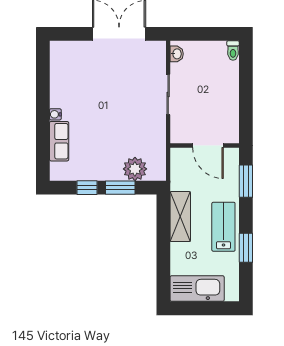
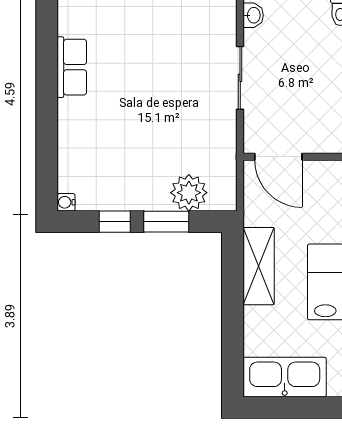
water cooler: (55, 114) -> (66, 202), moved
row of seats: (59, 141) -> (72, 67), moved
door: (208, 146) -> (278, 157), moved

